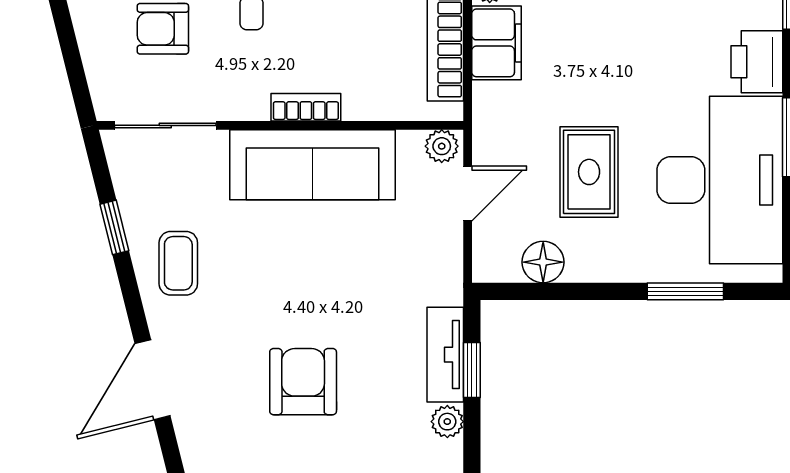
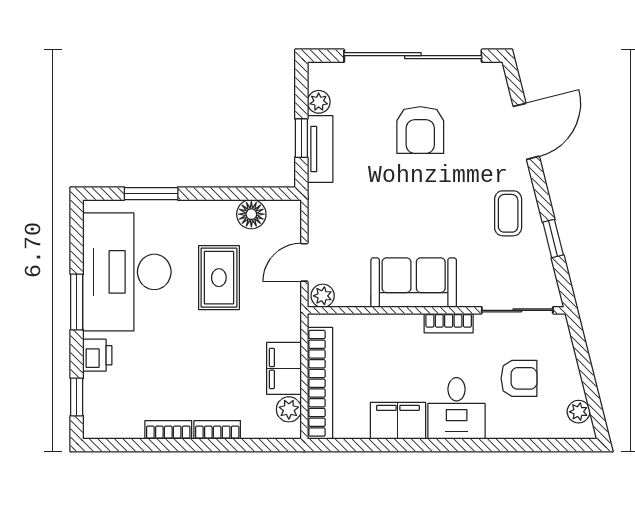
printer: (757, 62) -> (97, 355), width x0.73, depth x0.81
bookcase: (306, 107) -> (449, 323), moved
sofa: (313, 165) -> (414, 283), width x0.73

